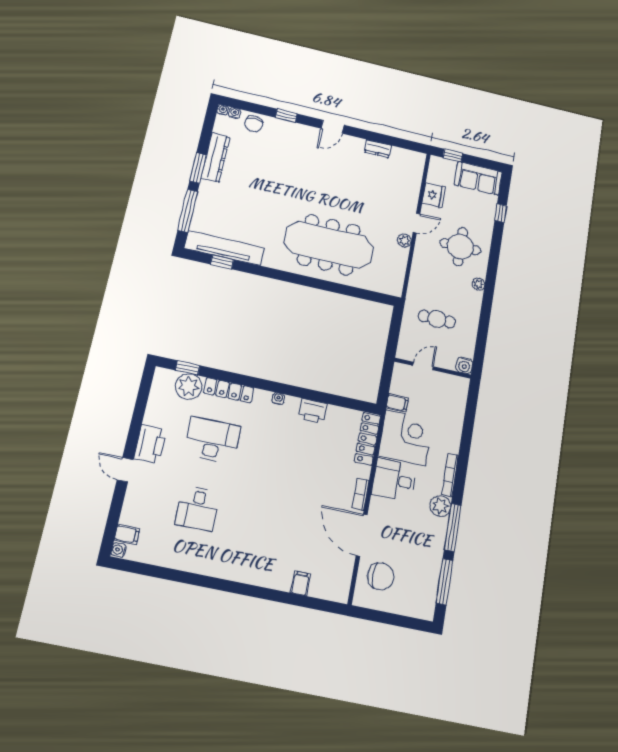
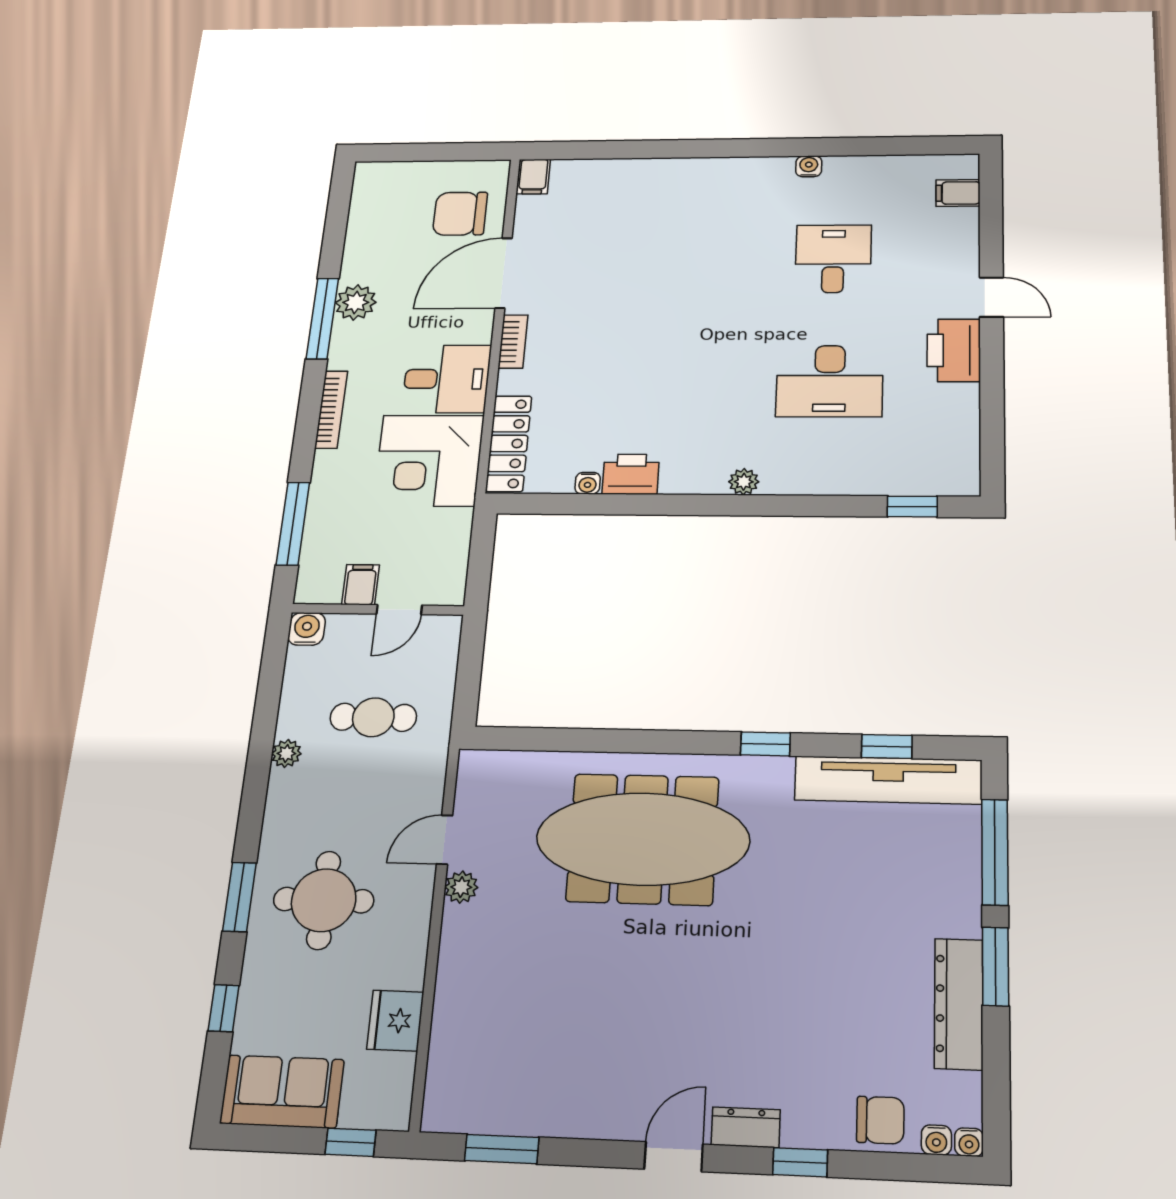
chair: (254, 124) -> (880, 1120), turned 90
window: (396, 142) -> (502, 1149), added
dresser: (378, 149) -> (746, 1127), moved
door: (416, 223) -> (445, 840), moved
window: (494, 255) -> (239, 897), added
window: (272, 273) -> (765, 744), added
plant: (478, 284) -> (286, 753), moved
plant: (189, 386) -> (744, 482), moved, width x0.53, depth x0.53
locker: (229, 390) -> (816, 480), removed
water cooler: (278, 399) -> (588, 483), moved
filing cabinet: (397, 403) -> (361, 585), moved, turned 90
plant: (440, 506) -> (356, 302), moved
door: (362, 535) -> (504, 273), swing flipped
water cooler: (119, 550) -> (809, 166), moved, turned -90
window: (444, 582) -> (293, 523), moved
filing cabinet: (300, 583) -> (533, 177), moved

